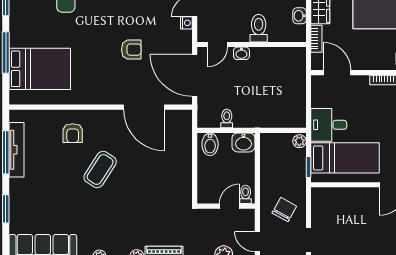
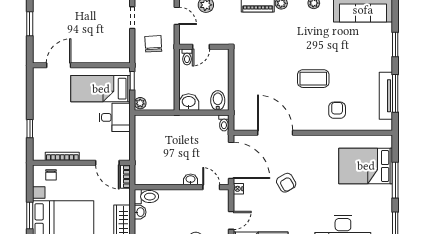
nightstand: (186, 23) -> (238, 189), moved
toilet: (259, 28) -> (146, 197), moved, turned -90
bookcase: (316, 39) -> (125, 177), moved
door: (217, 45) -> (211, 187), hinge flipped
armchair: (131, 50) -> (286, 183), turned -120
toilet: (227, 118) -> (224, 123), moved
coffee table: (100, 169) -> (313, 79), turned 57
chair: (284, 210) -> (153, 44), turned 148

